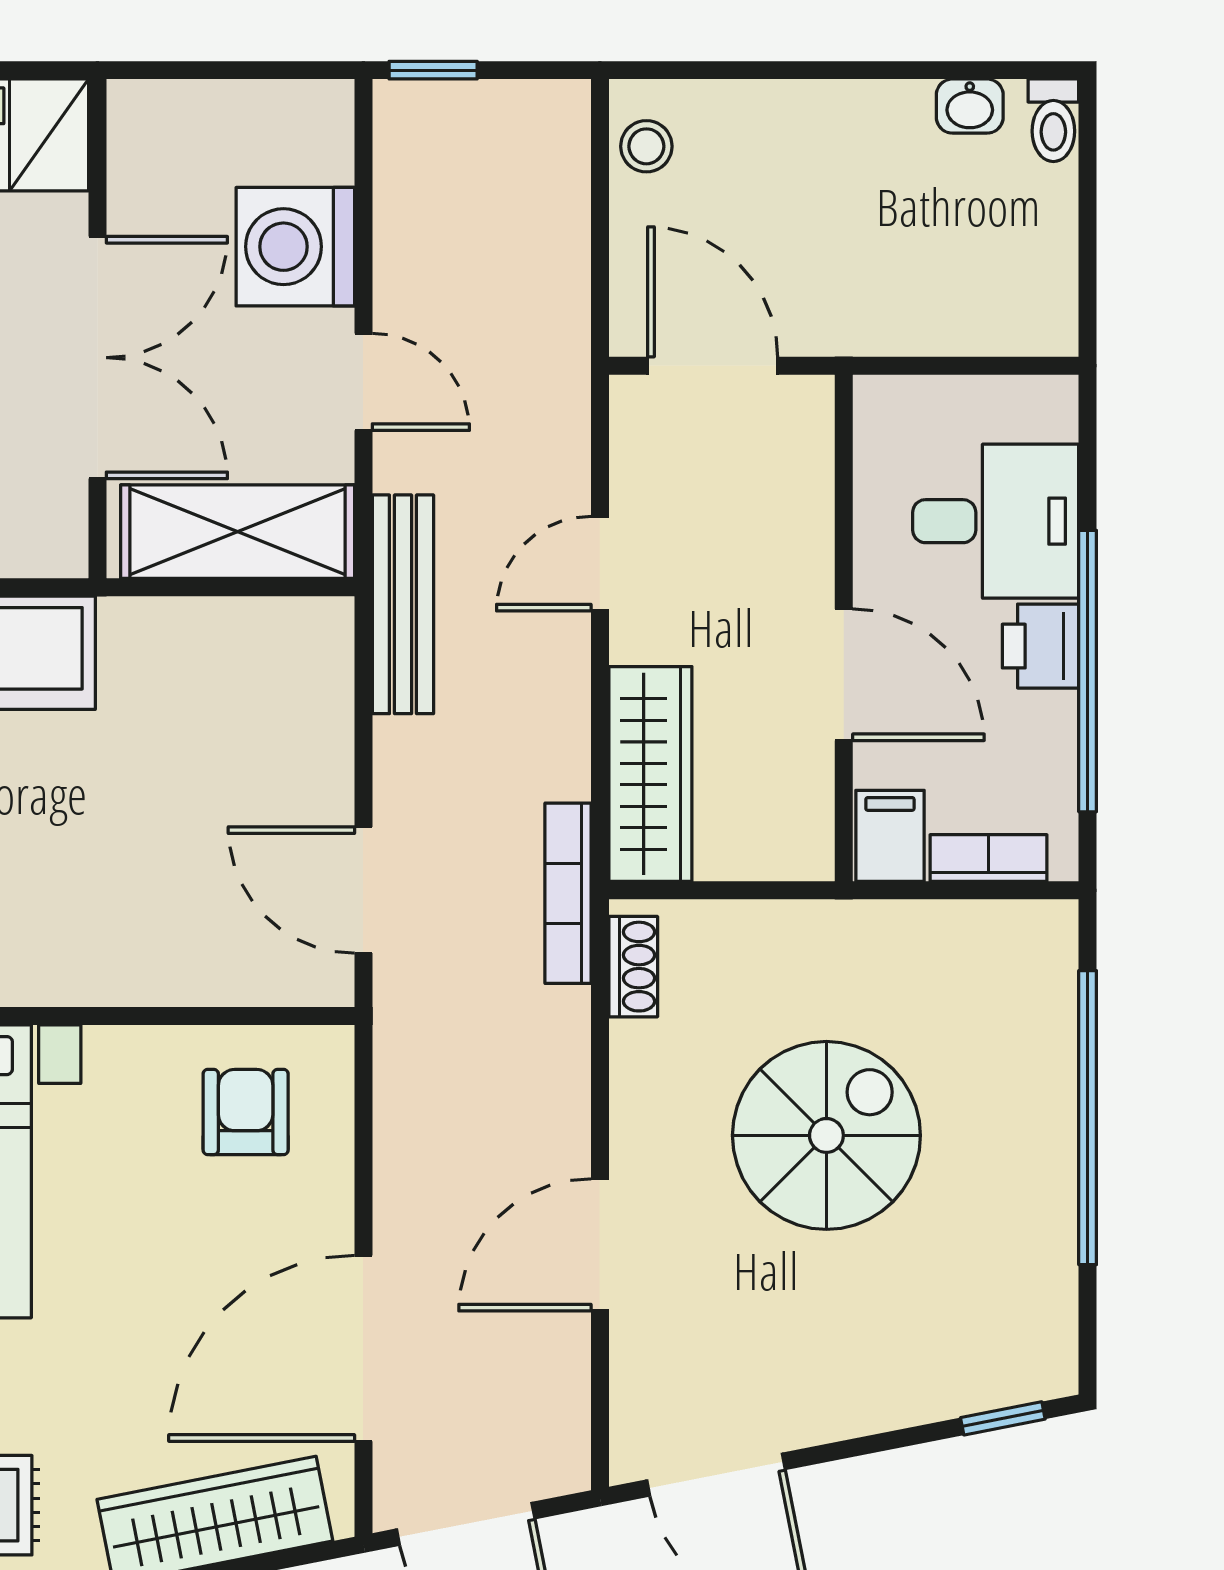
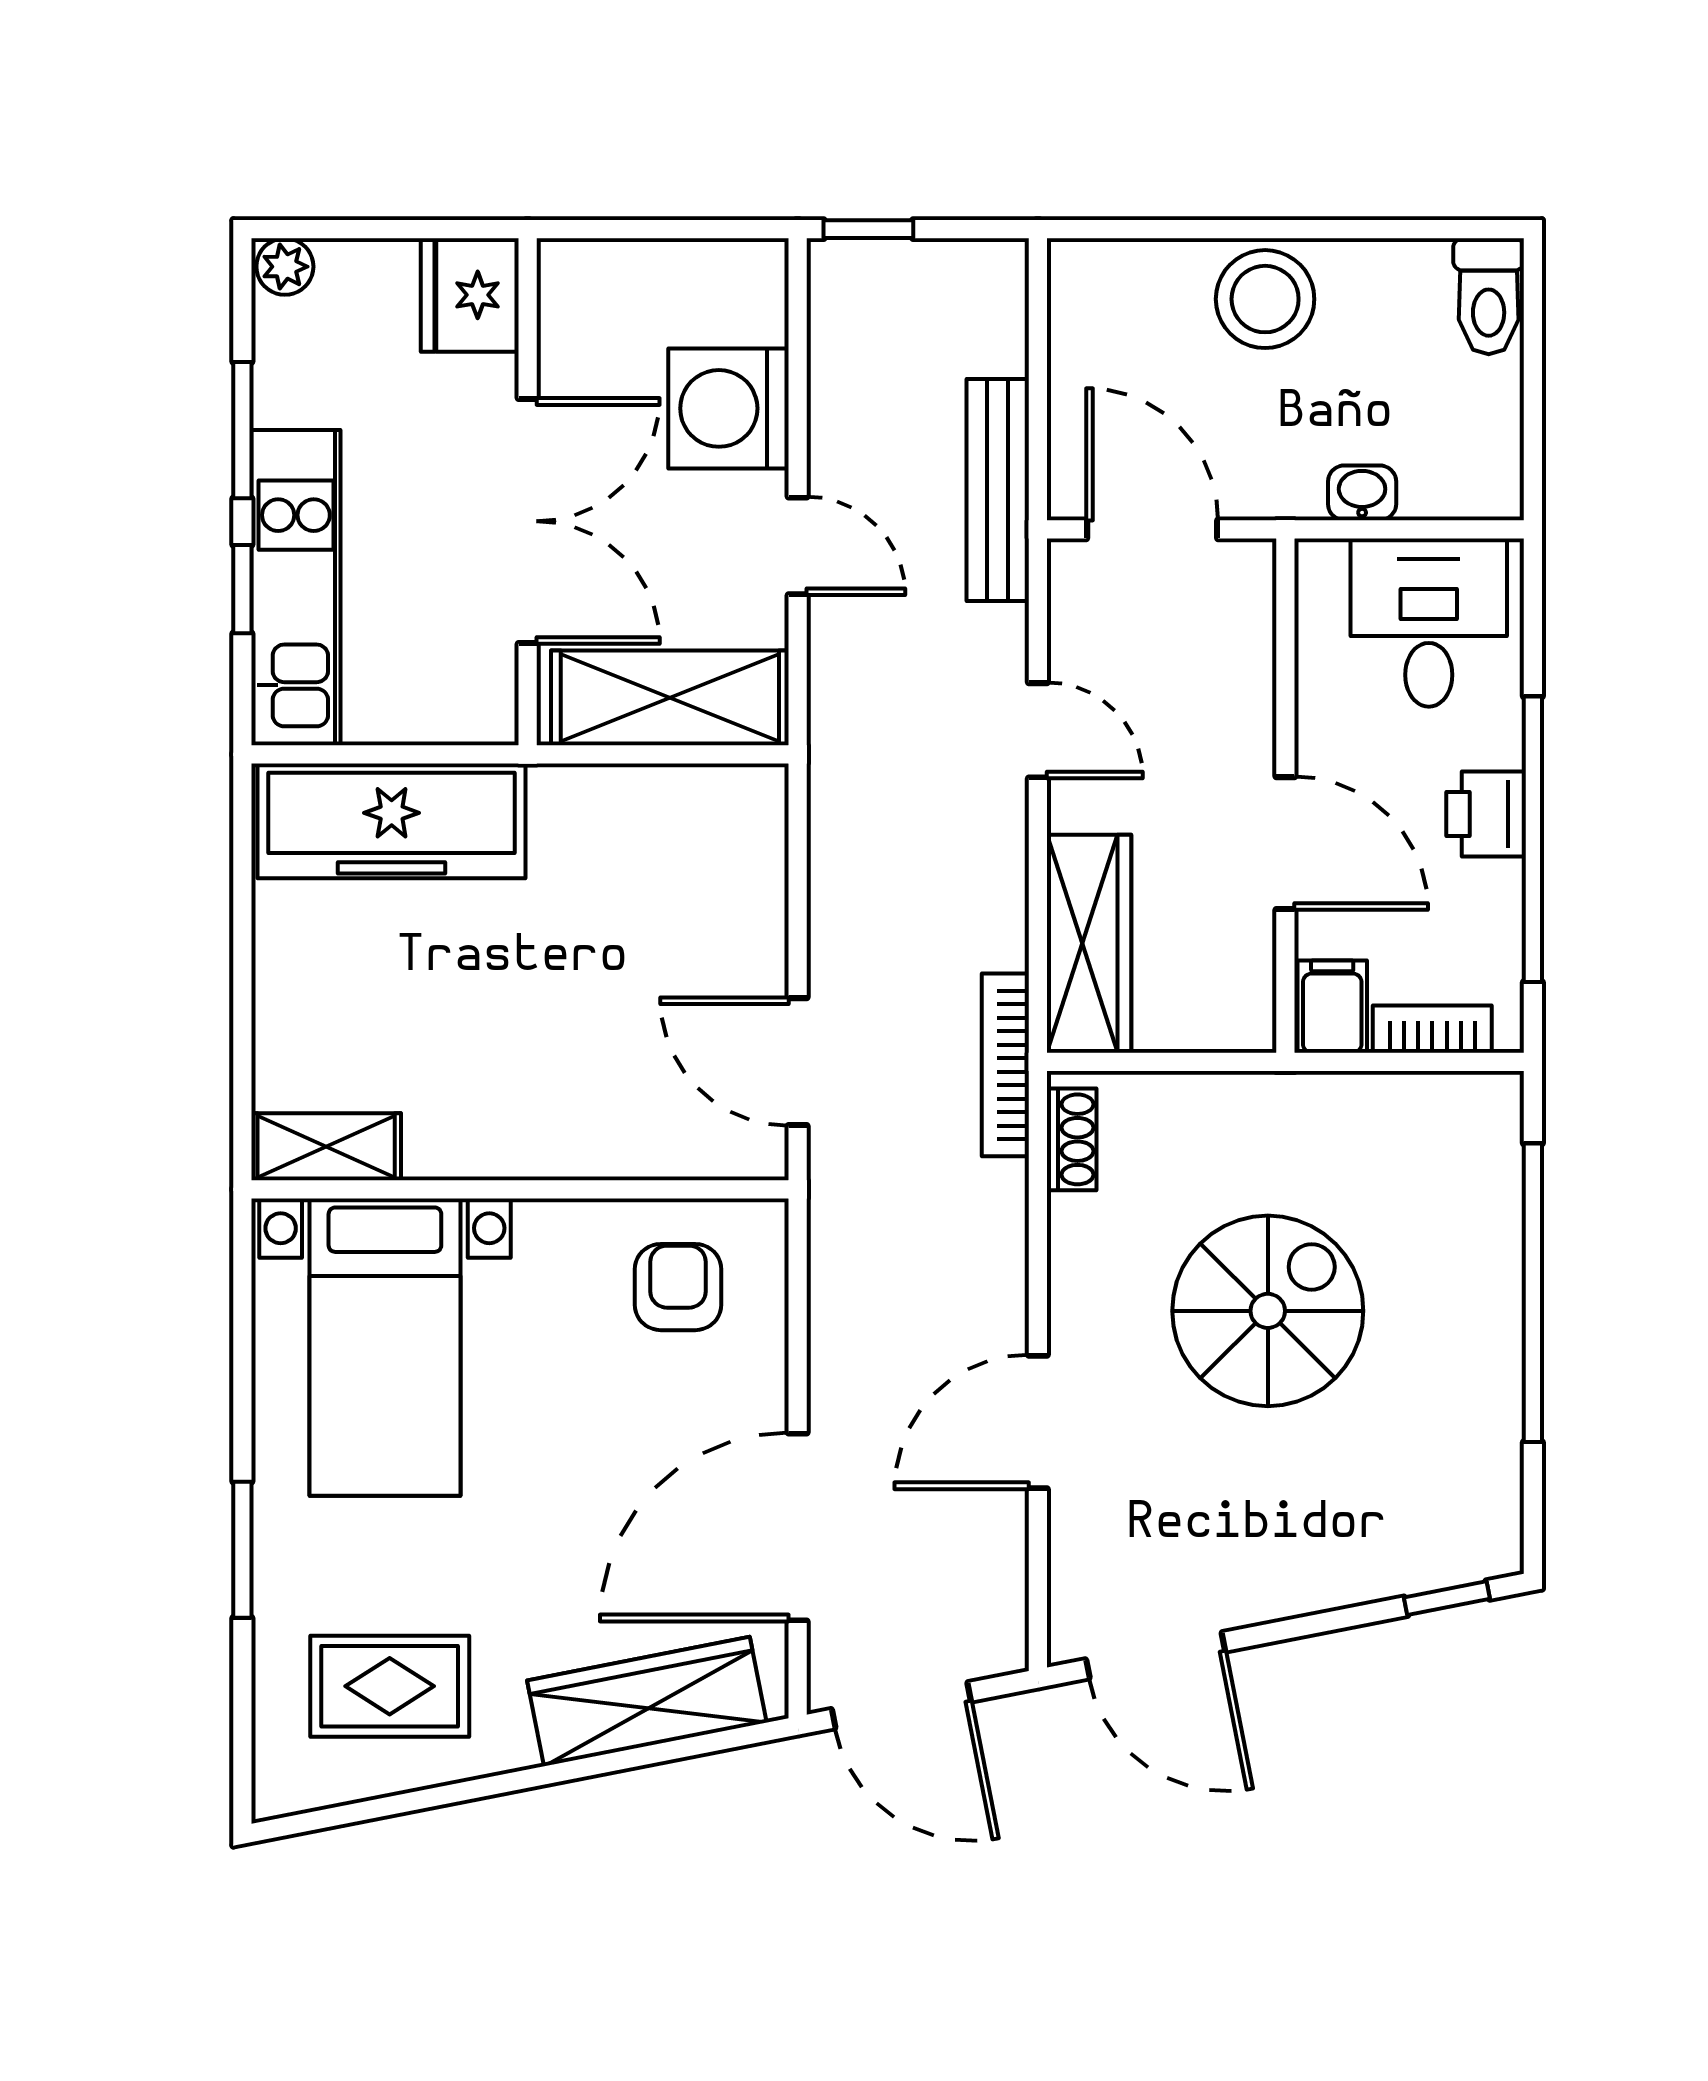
washbasin: (970, 106) -> (1362, 493), moved, turned 180
toilet: (1053, 120) -> (1489, 296), width x1.37, depth x1.39
stool: (646, 146) -> (1265, 299), moved, width x1.89, depth x1.89
desk: (996, 521) -> (1429, 623), moved, turned -90
door: (600, 564) -> (1038, 730), swing flipped
bench: (403, 604) -> (998, 490), moved

